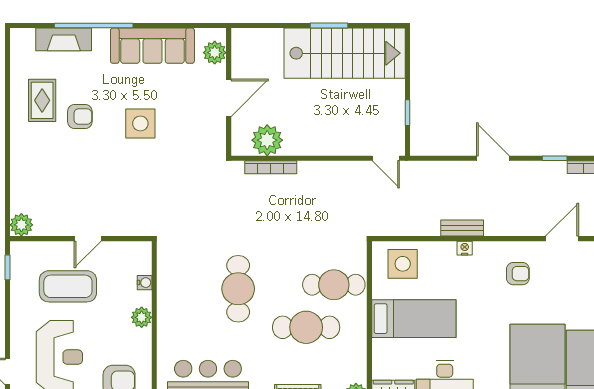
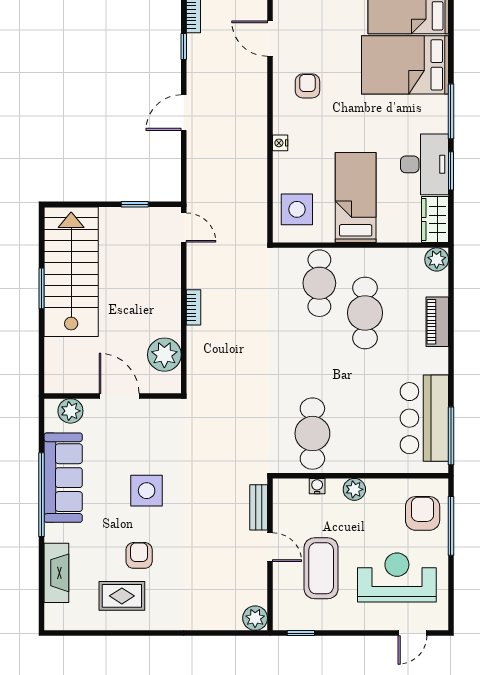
window: (94, 26) -> (42, 495), moved
door: (386, 158) -> (184, 228), hinge flipped
bookcase: (271, 167) -> (193, 307), moved, width x0.64
bench: (462, 228) -> (259, 507), moved
cafe table: (238, 289) -> (312, 434), moved, turned 90

